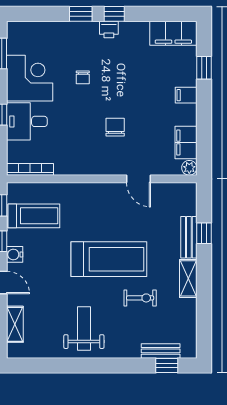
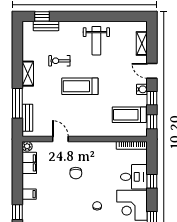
window: (204, 233) -> (17, 103), width x2.17
bench: (189, 237) -> (27, 118), moved
treadmill: (109, 259) -> (80, 86), width x0.73, depth x0.73

